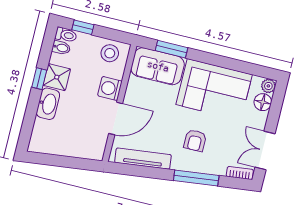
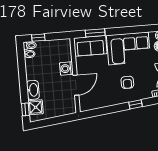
stool: (110, 53) -> (59, 48), removed
shower: (57, 77) -> (36, 107), moved
window: (39, 79) -> (25, 109), moved
tv unit: (143, 159) -> (100, 103), removed
window: (196, 178) -> (135, 104), width x0.46

